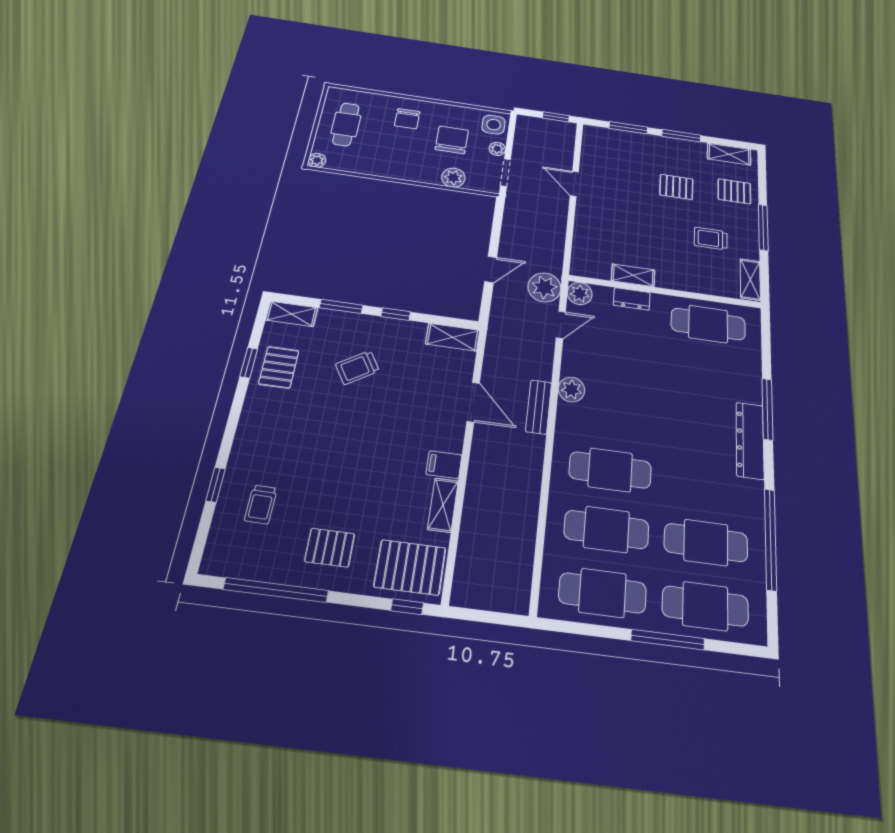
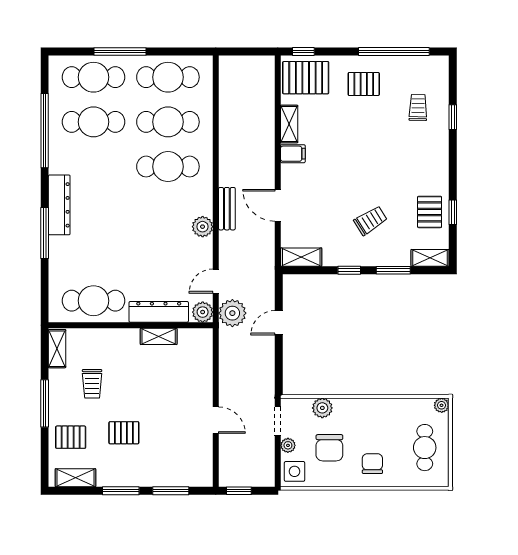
trolley: (711, 239) -> (92, 384), turned 90
dresser: (632, 299) -> (159, 312), width x1.96, depth x1.24

